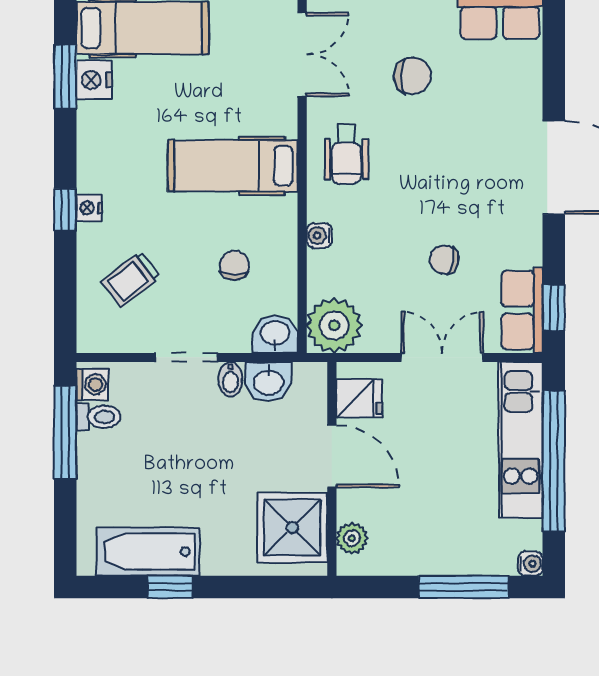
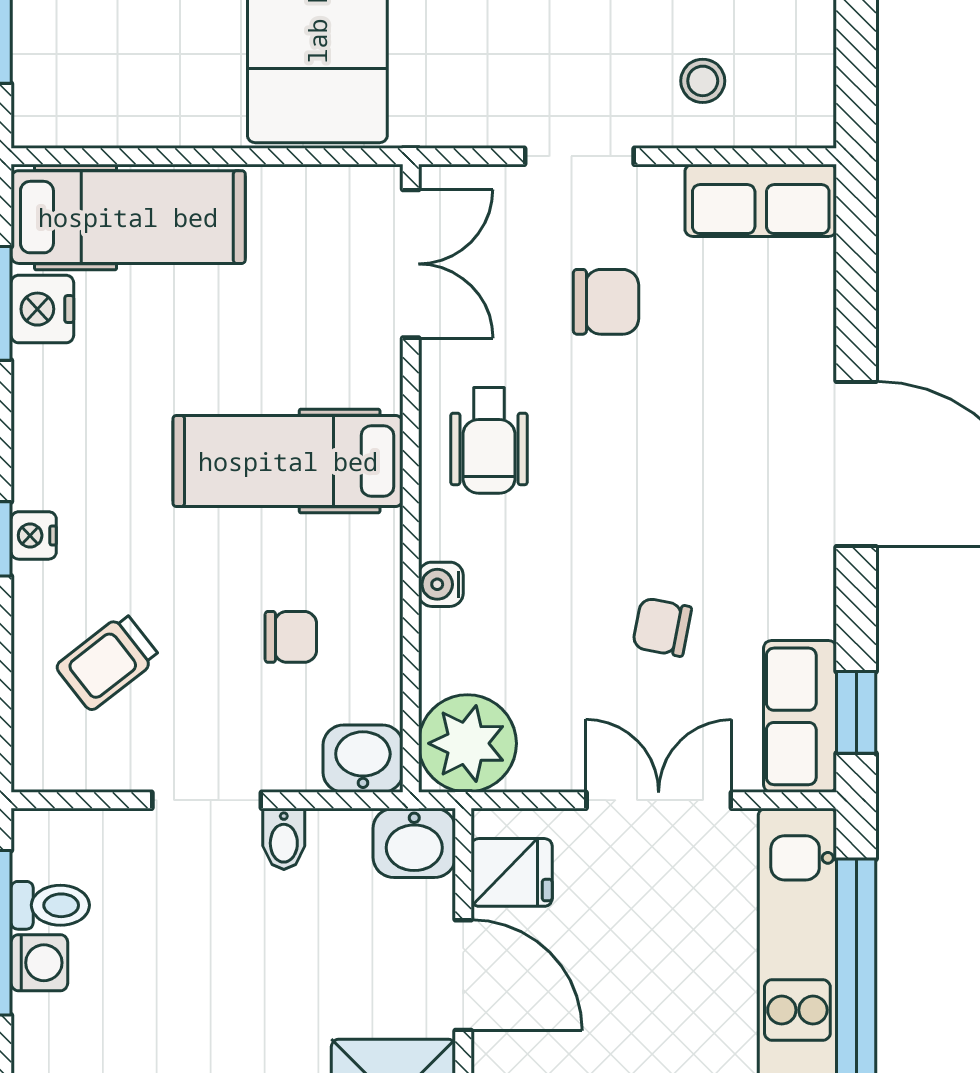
chair: (234, 265) -> (291, 637), turned 90
washbasin: (268, 382) -> (414, 843), moved
washing machine: (92, 384) -> (39, 963), moved

